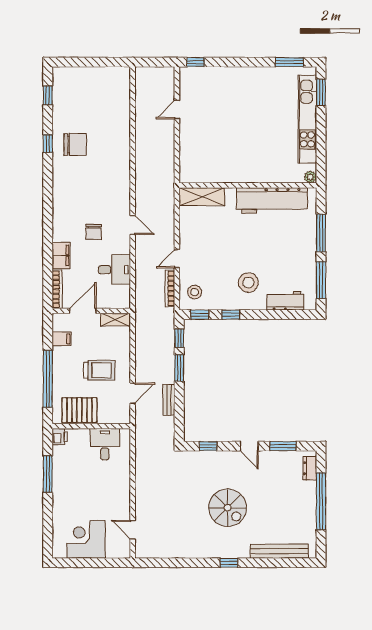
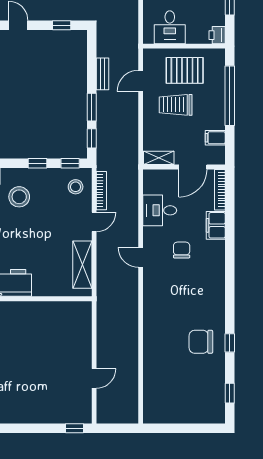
shelving: (202, 197) -> (82, 265), moved, turned 90
pallet: (79, 410) -> (185, 70), moved

